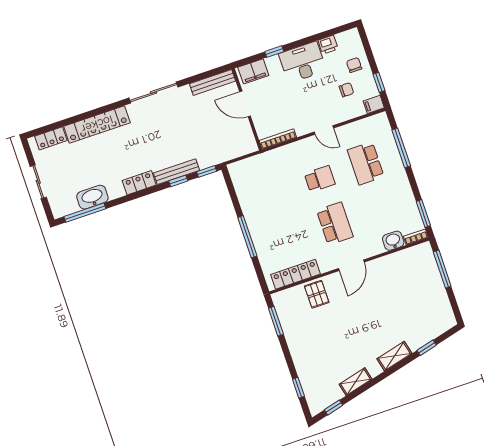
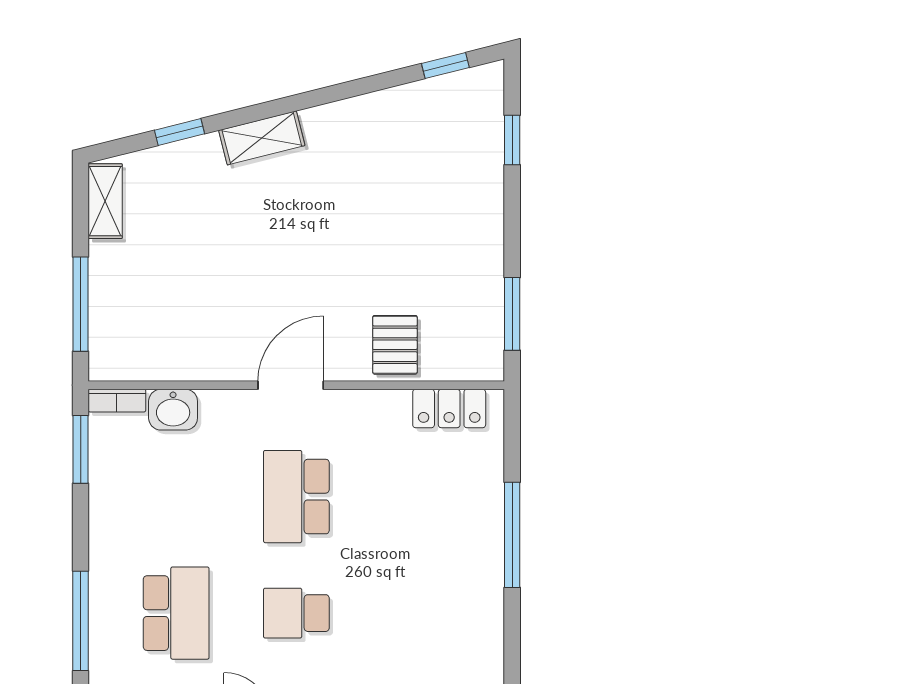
locker: (295, 274) -> (449, 408), width x0.66
shelving: (356, 382) -> (105, 201), moved, turned -76

